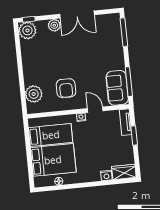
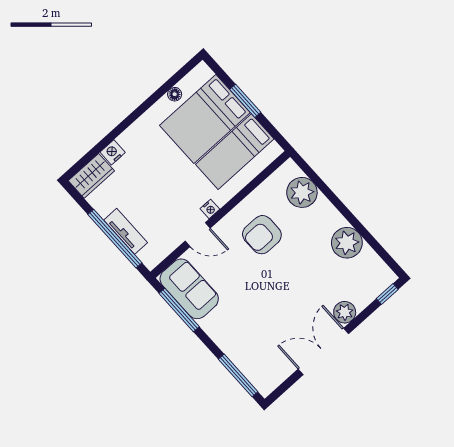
plant: (27, 30) -> (347, 243), moved
armchair: (66, 88) -> (262, 235), turned -90
tv unit: (126, 122) -> (126, 231), moved
window: (134, 136) -> (115, 239), width x2.11
window: (29, 155) -> (245, 101), added

